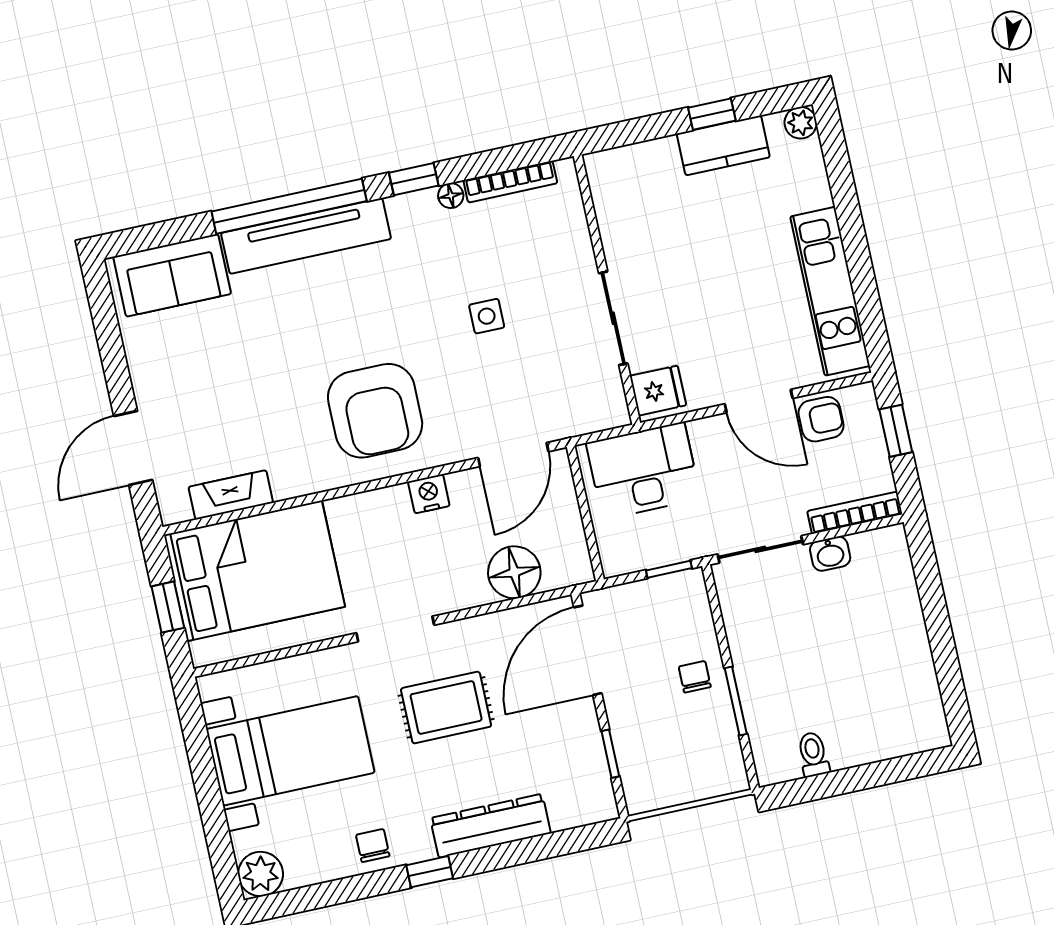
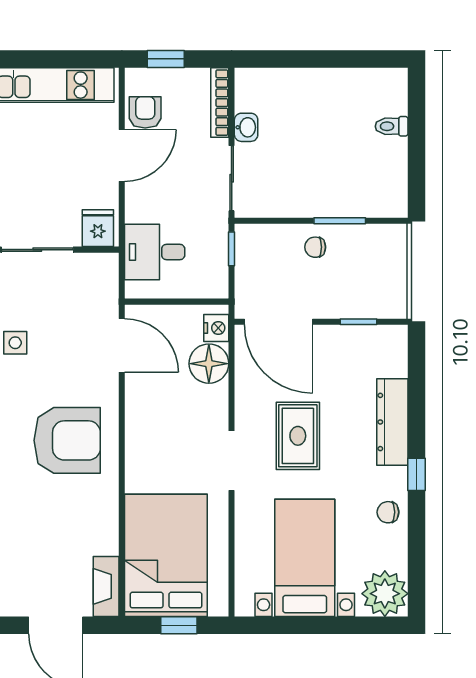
desk: (643, 471) -> (155, 252), width x0.73
nightstand: (429, 494) -> (216, 328), moved, turned 180
fireplace: (231, 495) -> (106, 586), moved
toilet: (813, 754) -> (392, 126), moved
plant: (261, 874) -> (385, 594), width x1.36, depth x1.36

